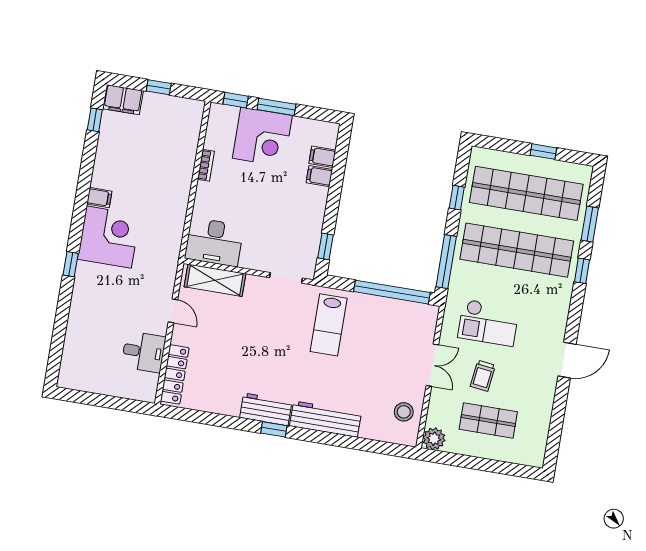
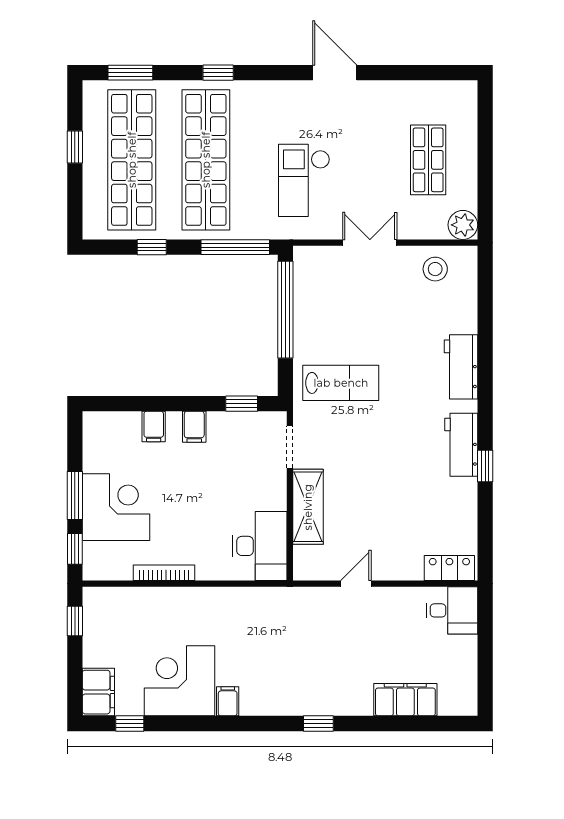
window: (159, 87) -> (75, 621), moved
filing cabinet: (322, 157) -> (194, 427), moved
bookcase: (206, 165) -> (164, 573), width x1.56
window: (590, 224) -> (130, 73), moved
corner desk: (109, 237) -> (180, 681), moved
shelving: (215, 280) -> (308, 507), moved
checkout: (488, 323) -> (304, 180), turned 180
filing cabinet: (78, 334) -> (405, 700), added
desk: (144, 352) -> (452, 610), moved, turned 90
locker: (175, 374) -> (449, 568), width x0.66
trolley: (483, 376) -> (372, 176), removed
workbench: (325, 419) -> (461, 367), width x0.73
window: (274, 429) -> (485, 466), moved

